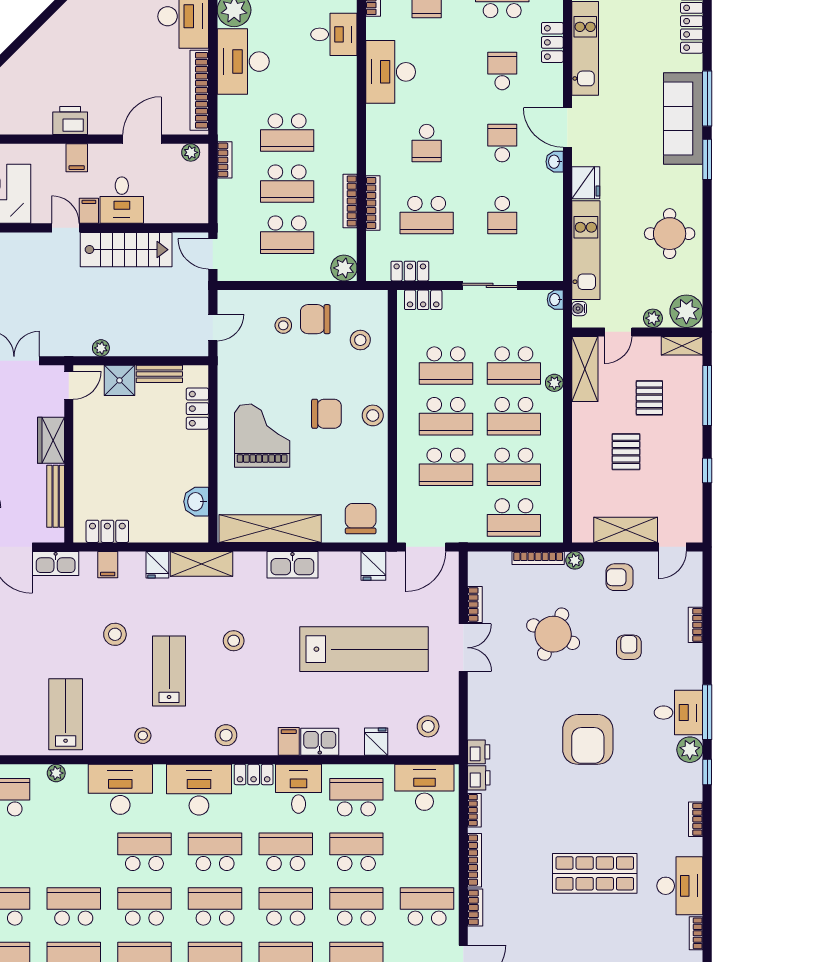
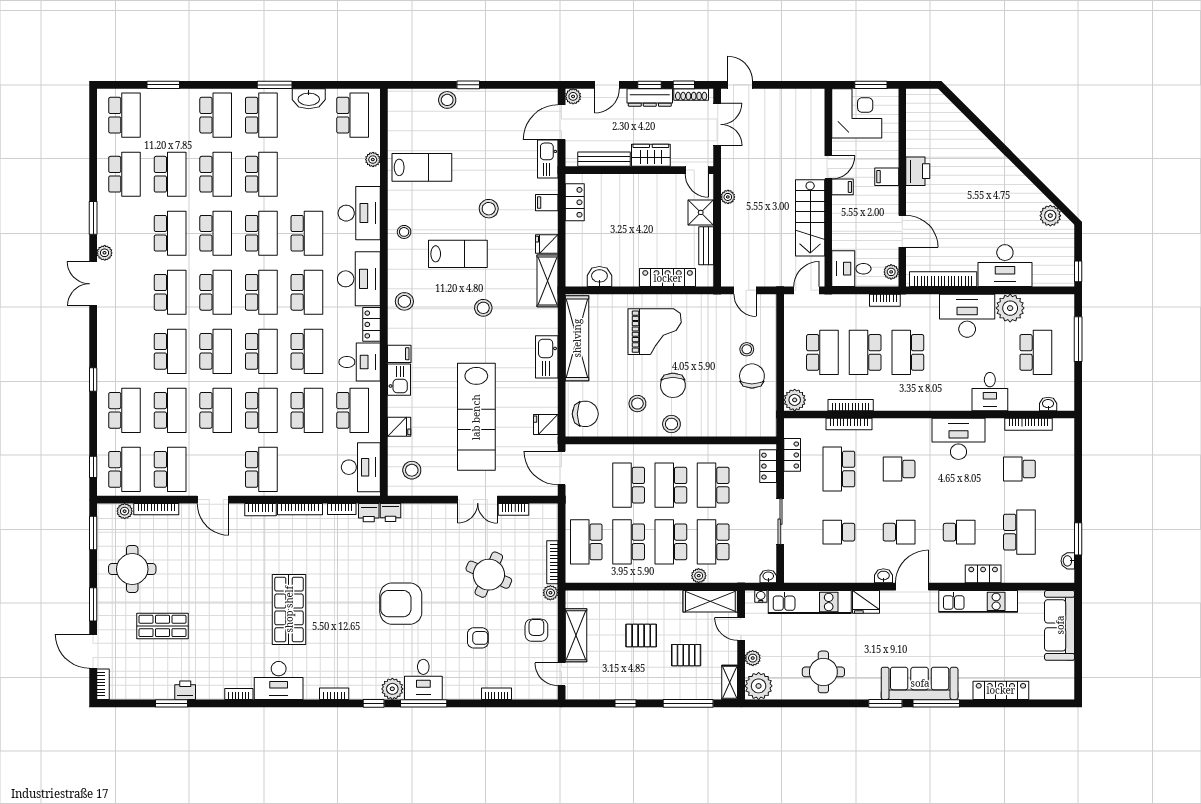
desk: (122, 200) -> (851, 269), moved
school desk: (287, 235) -> (822, 352), turned 180
stool: (360, 340) -> (637, 404), moved
locker: (197, 409) -> (668, 278), width x1.53

